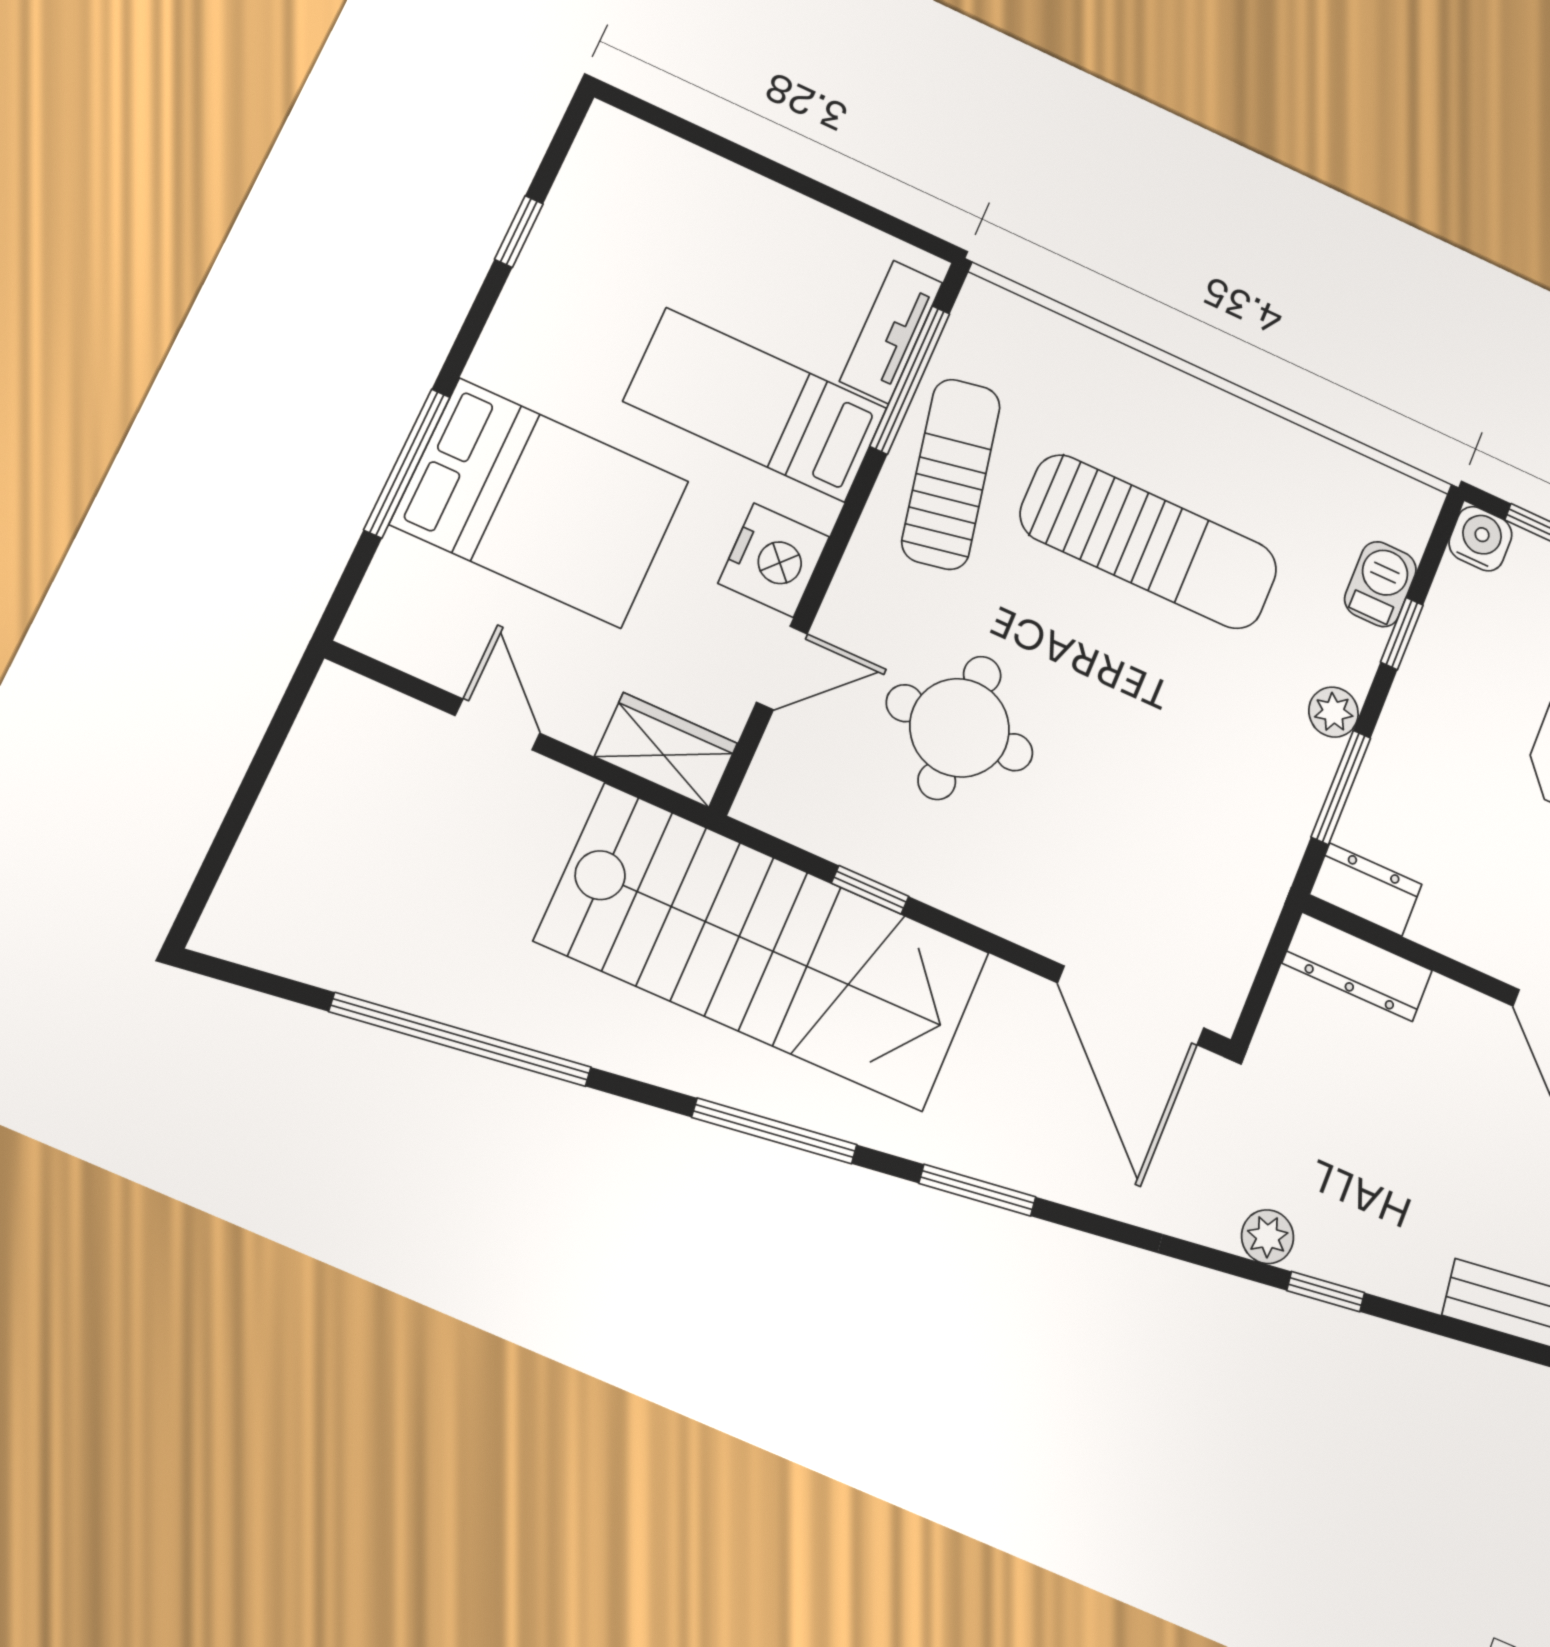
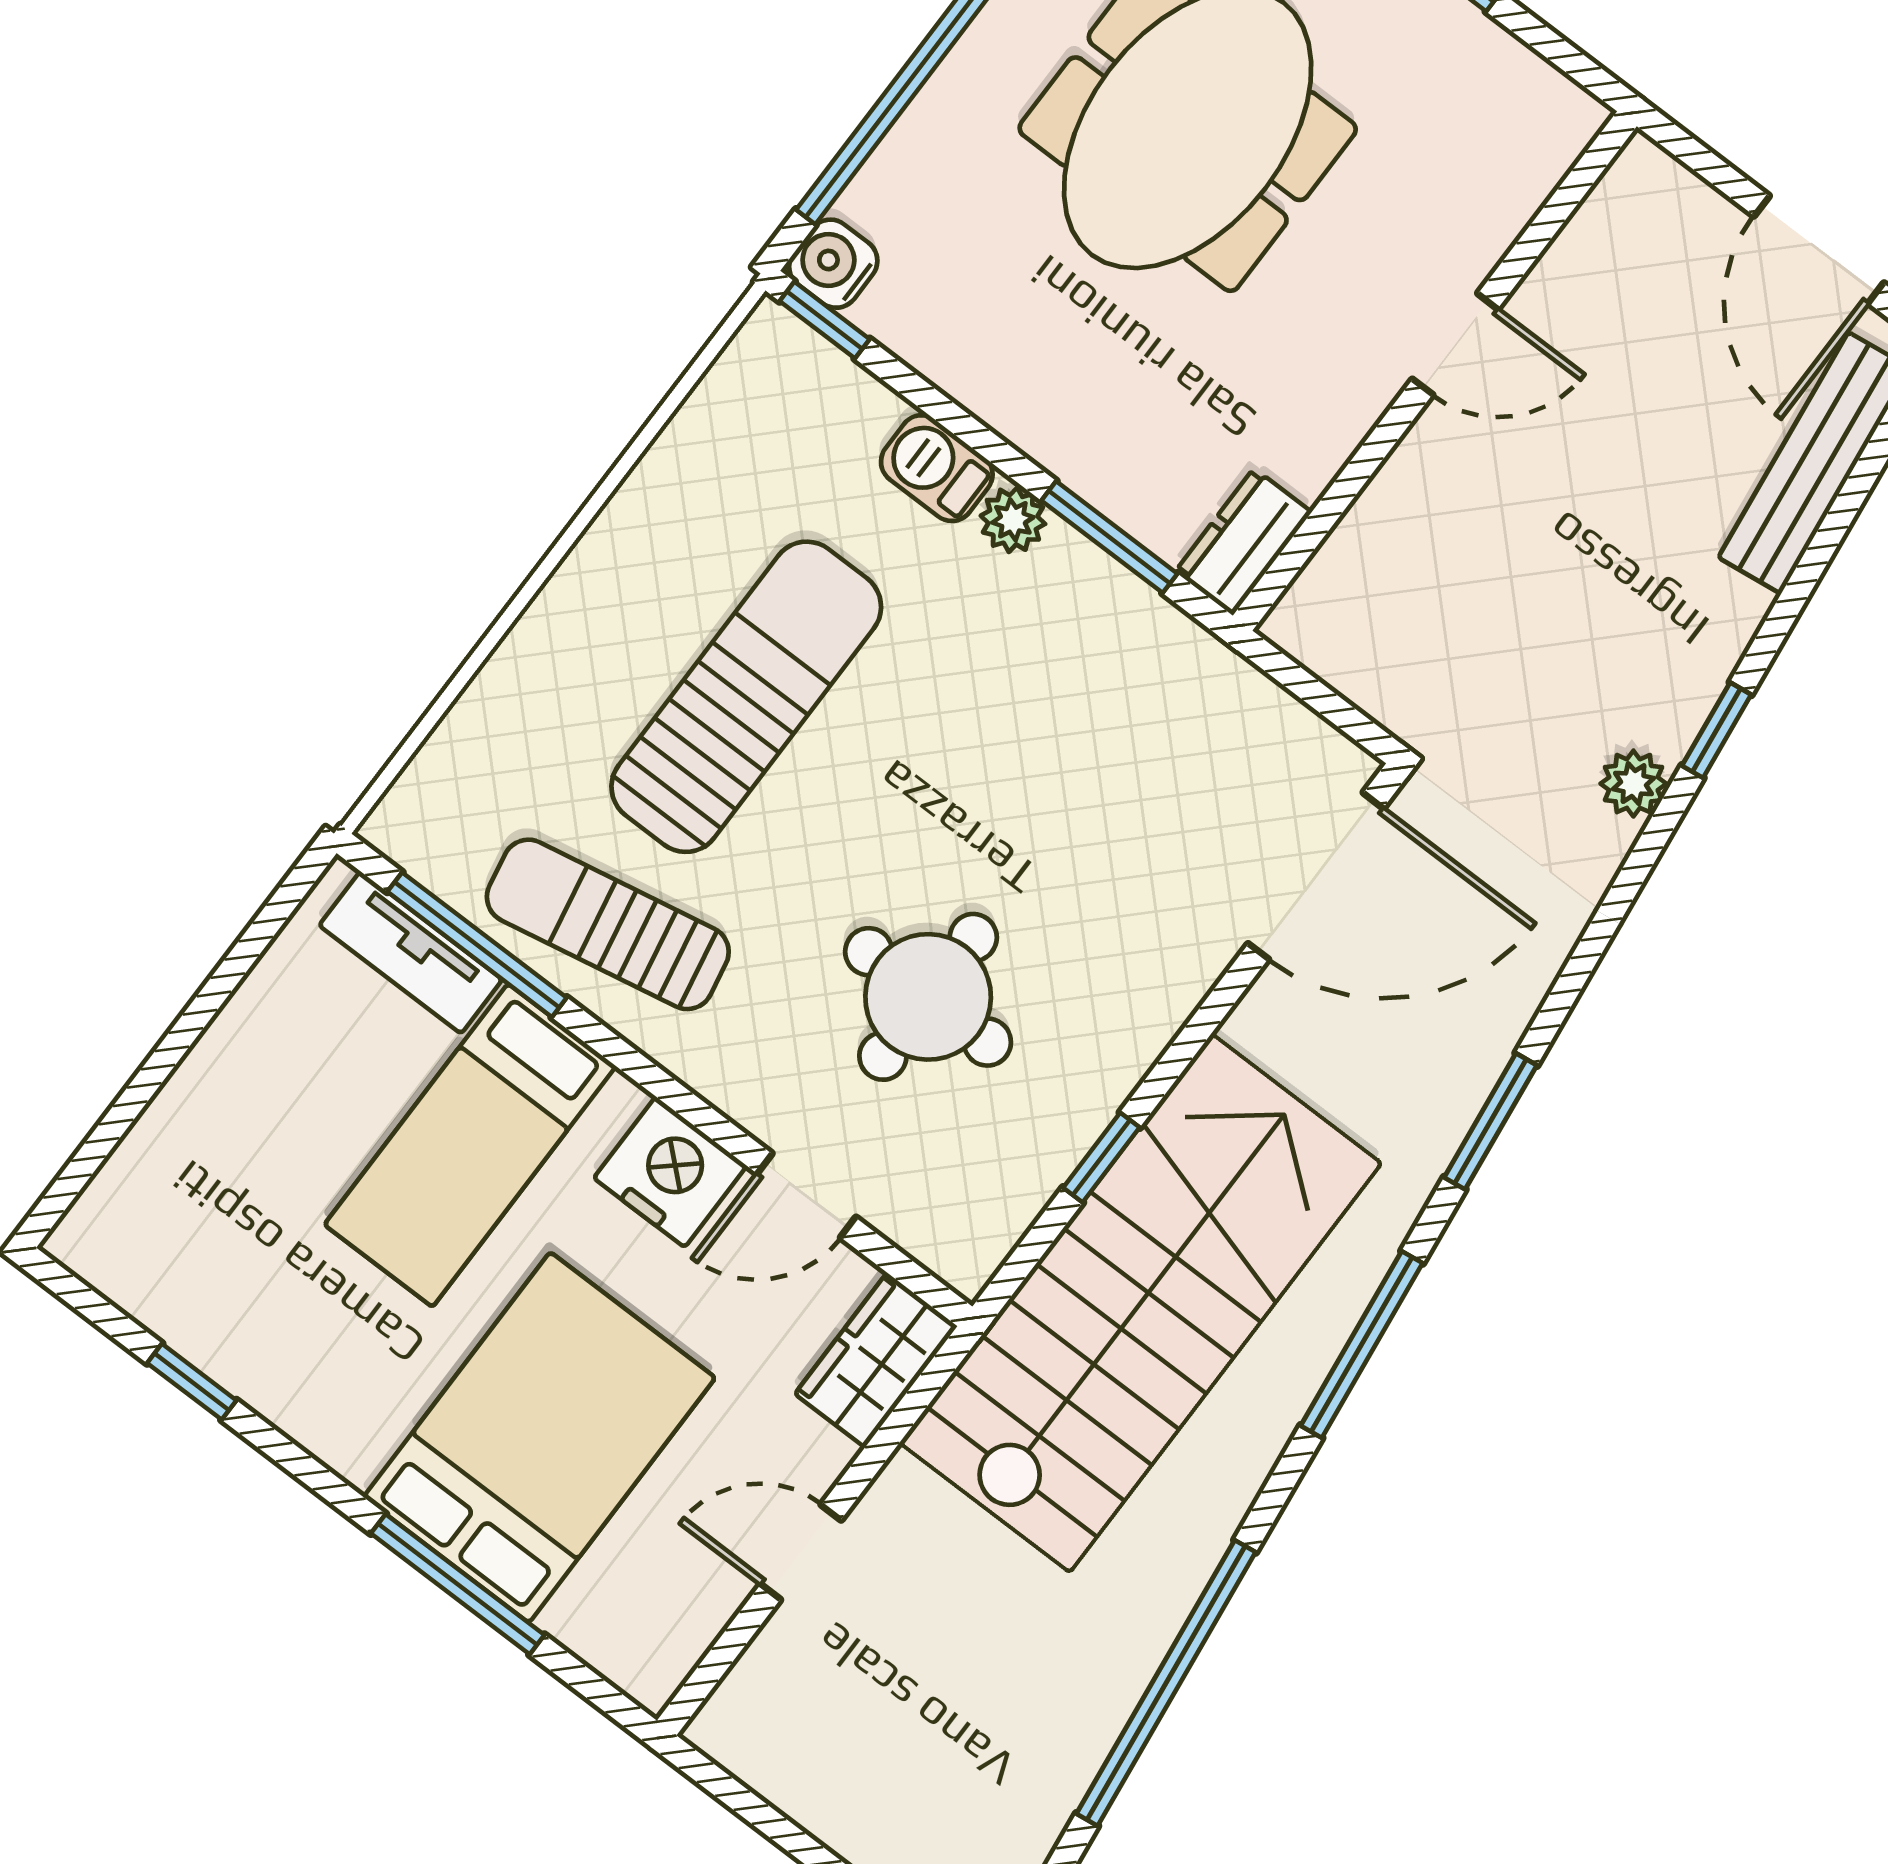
barbecue: (1380, 584) -> (937, 468), moved
window: (1402, 634) -> (825, 320), moved
door: (782, 668) -> (806, 1196), swing flipped
dresser: (1357, 967) -> (1336, 580), removed

